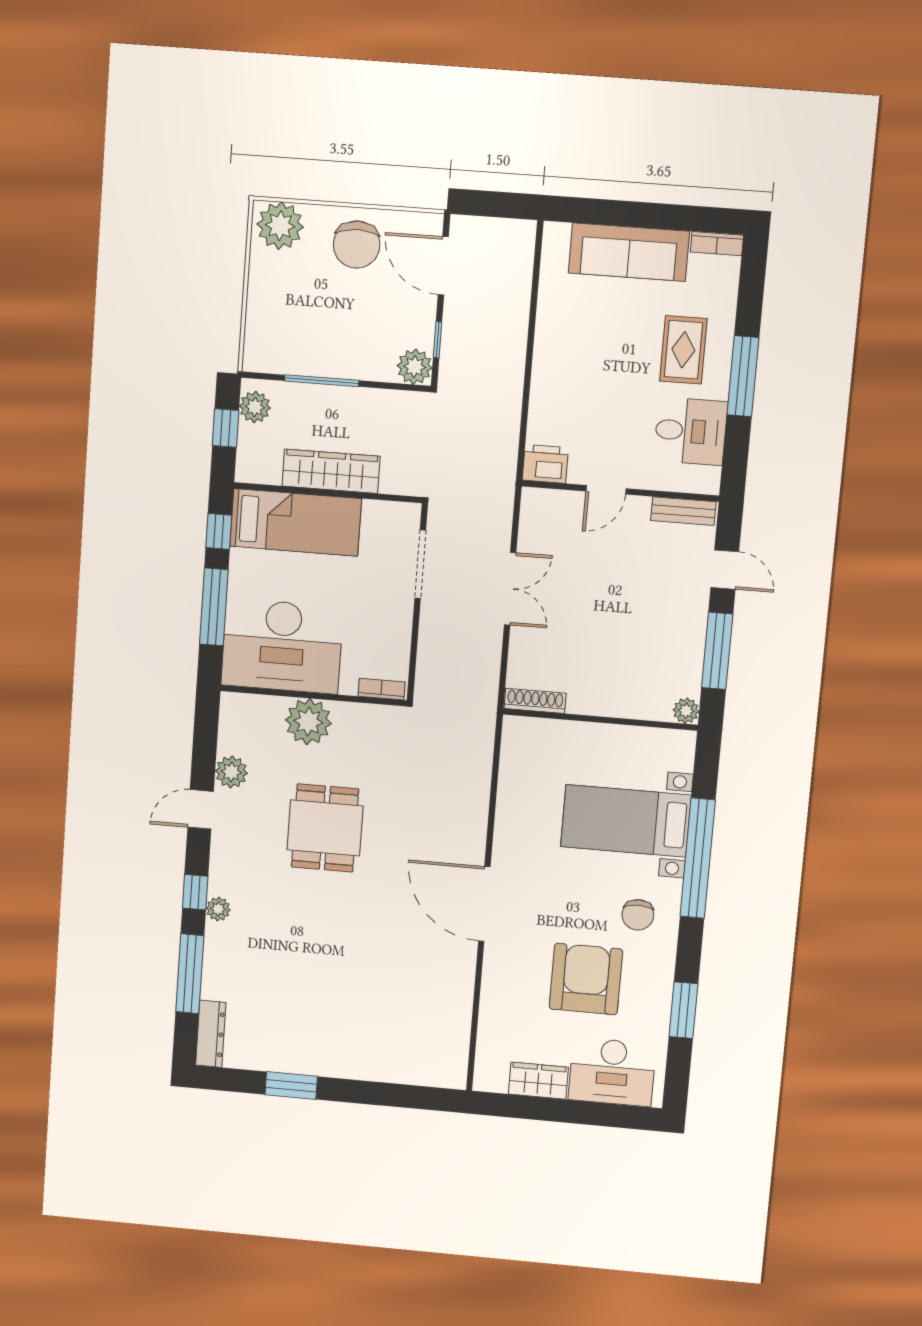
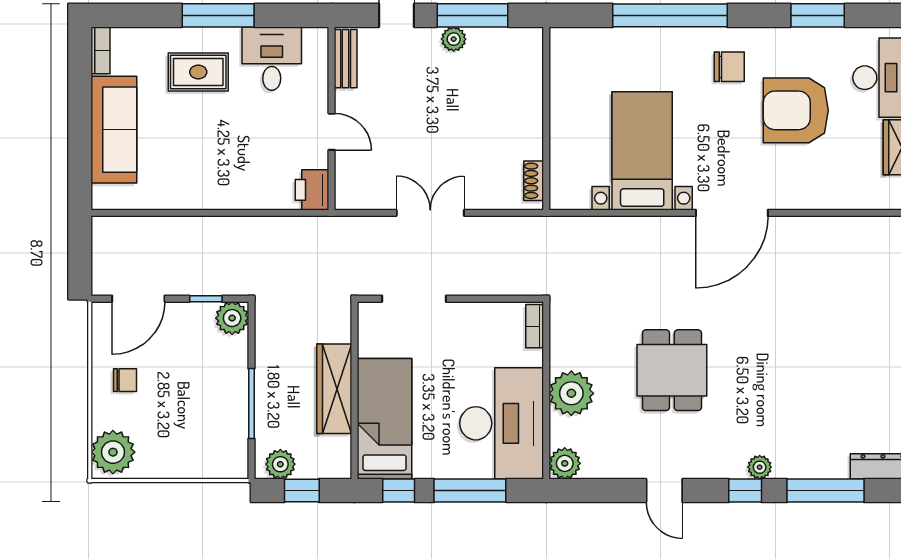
chair: (357, 245) -> (125, 380), width x0.54, depth x0.54
shoe rack: (535, 701) -> (534, 181), width x0.70
plant: (686, 711) -> (454, 39), moved
plant: (231, 772) -> (565, 463), moved
bed with nightstands: (626, 821) -> (642, 151), moved, turned 180
dining table: (325, 828) -> (672, 370), turned 90

